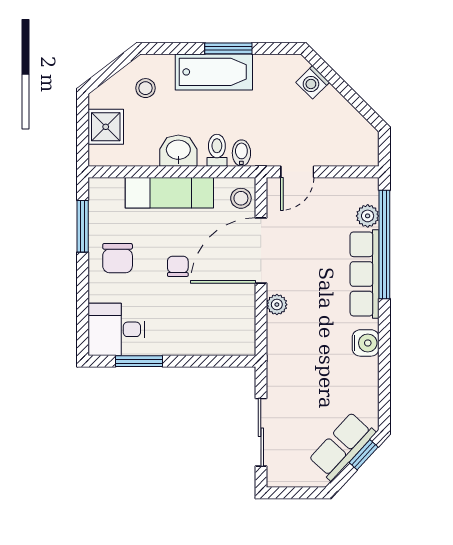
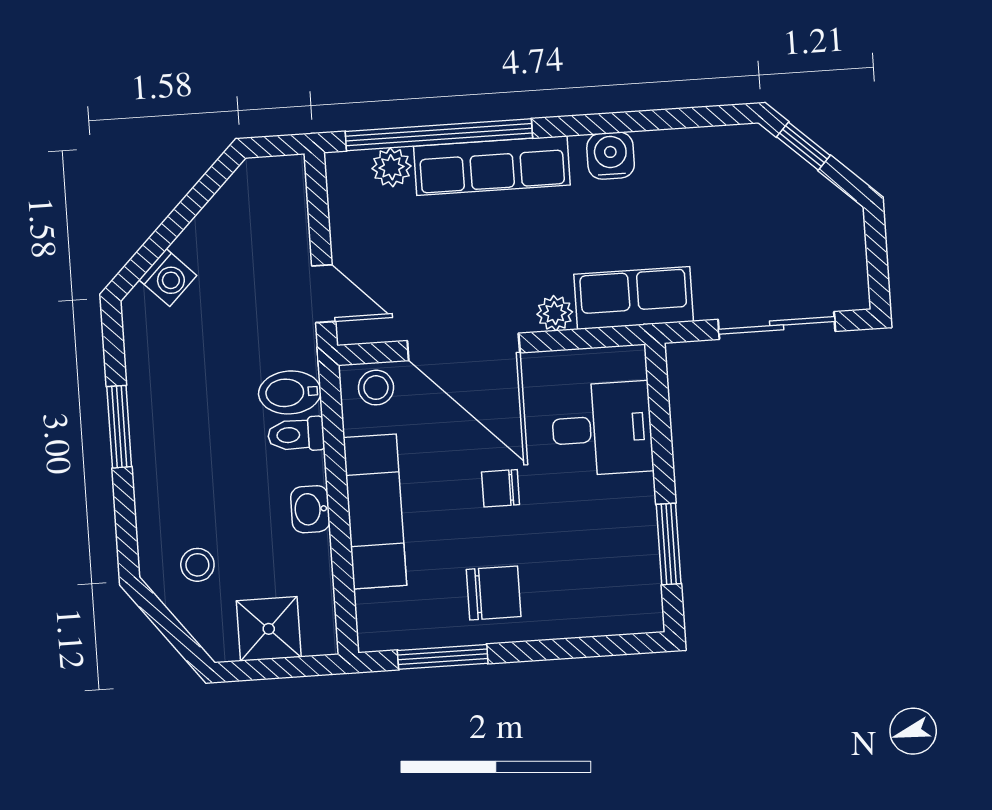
bathtub: (214, 72) -> (162, 449), removed
washbasin: (178, 151) -> (310, 509), width x0.72, depth x0.69
bidet: (241, 153) -> (290, 392), width x1.38, depth x1.36
desk: (116, 329) -> (602, 429), moved, turned -90
row of seats: (342, 446) -> (634, 298), moved, turned 137

